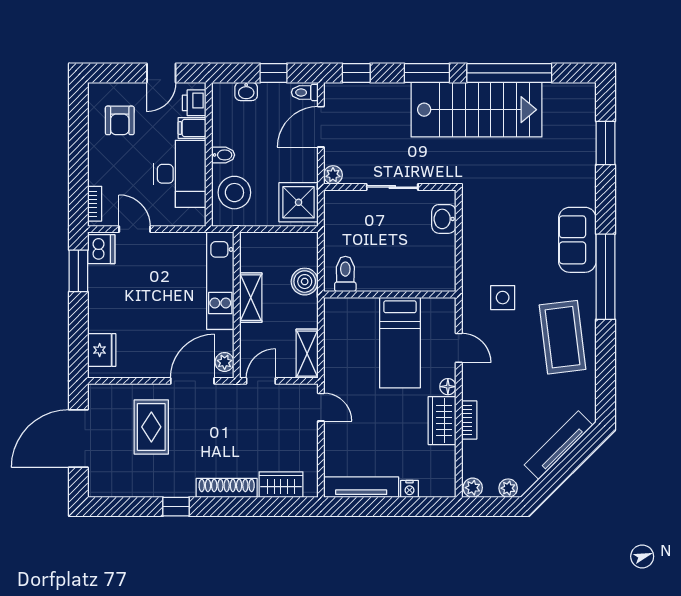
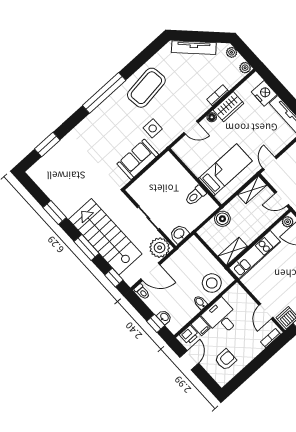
door: (161, 73) -> (189, 360), hinge flipped
window: (274, 73) -> (156, 323), moved
window: (509, 73) -> (55, 212), width x0.47
stairs: (477, 110) -> (105, 237), moved
desk: (180, 174) -> (221, 317), width x0.73
plant: (333, 175) -> (160, 248), width x1.88, depth x1.88
shower: (299, 202) -> (191, 252), removed
washbasin: (444, 219) -> (179, 234), moved, turned 180
sofa: (577, 240) -> (138, 159), moved, turned 180
toilet: (345, 274) -> (195, 196), moved
shelving: (251, 298) -> (233, 251), moved
bed: (400, 343) -> (225, 170), moved
door: (459, 348) -> (191, 128), swing flipped
nightstand: (409, 489) -> (264, 93), width x1.89, depth x1.79

